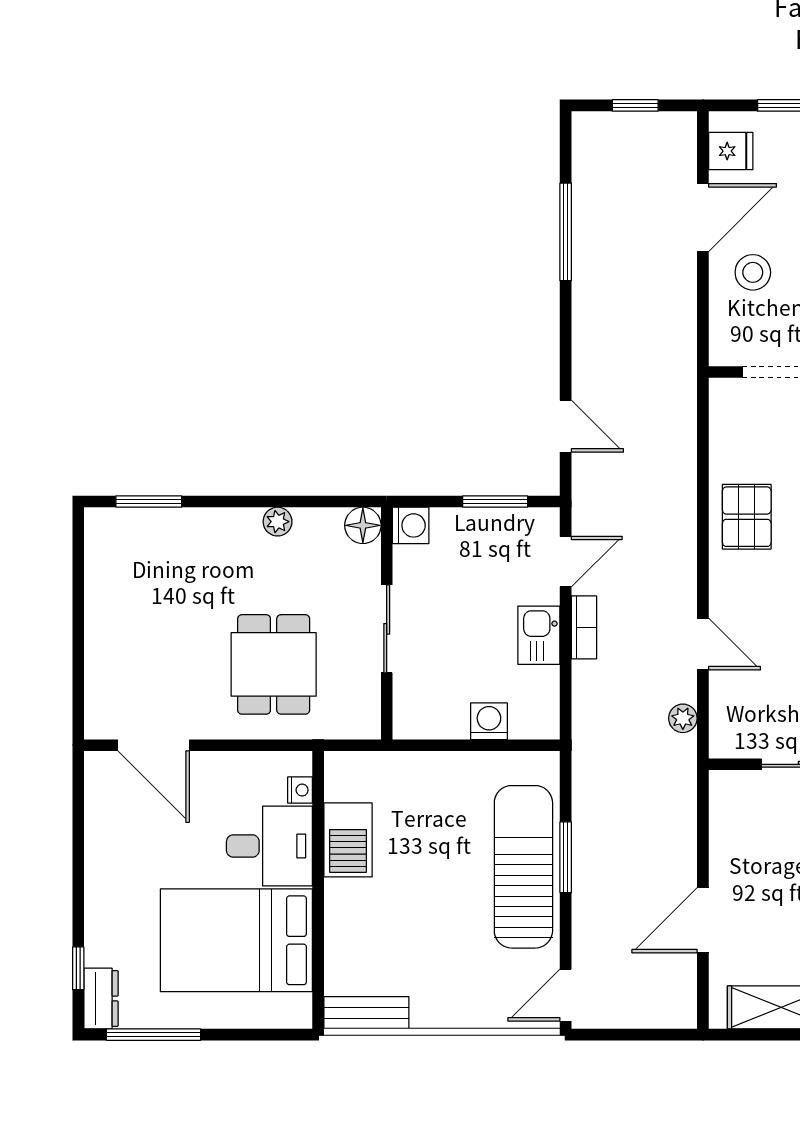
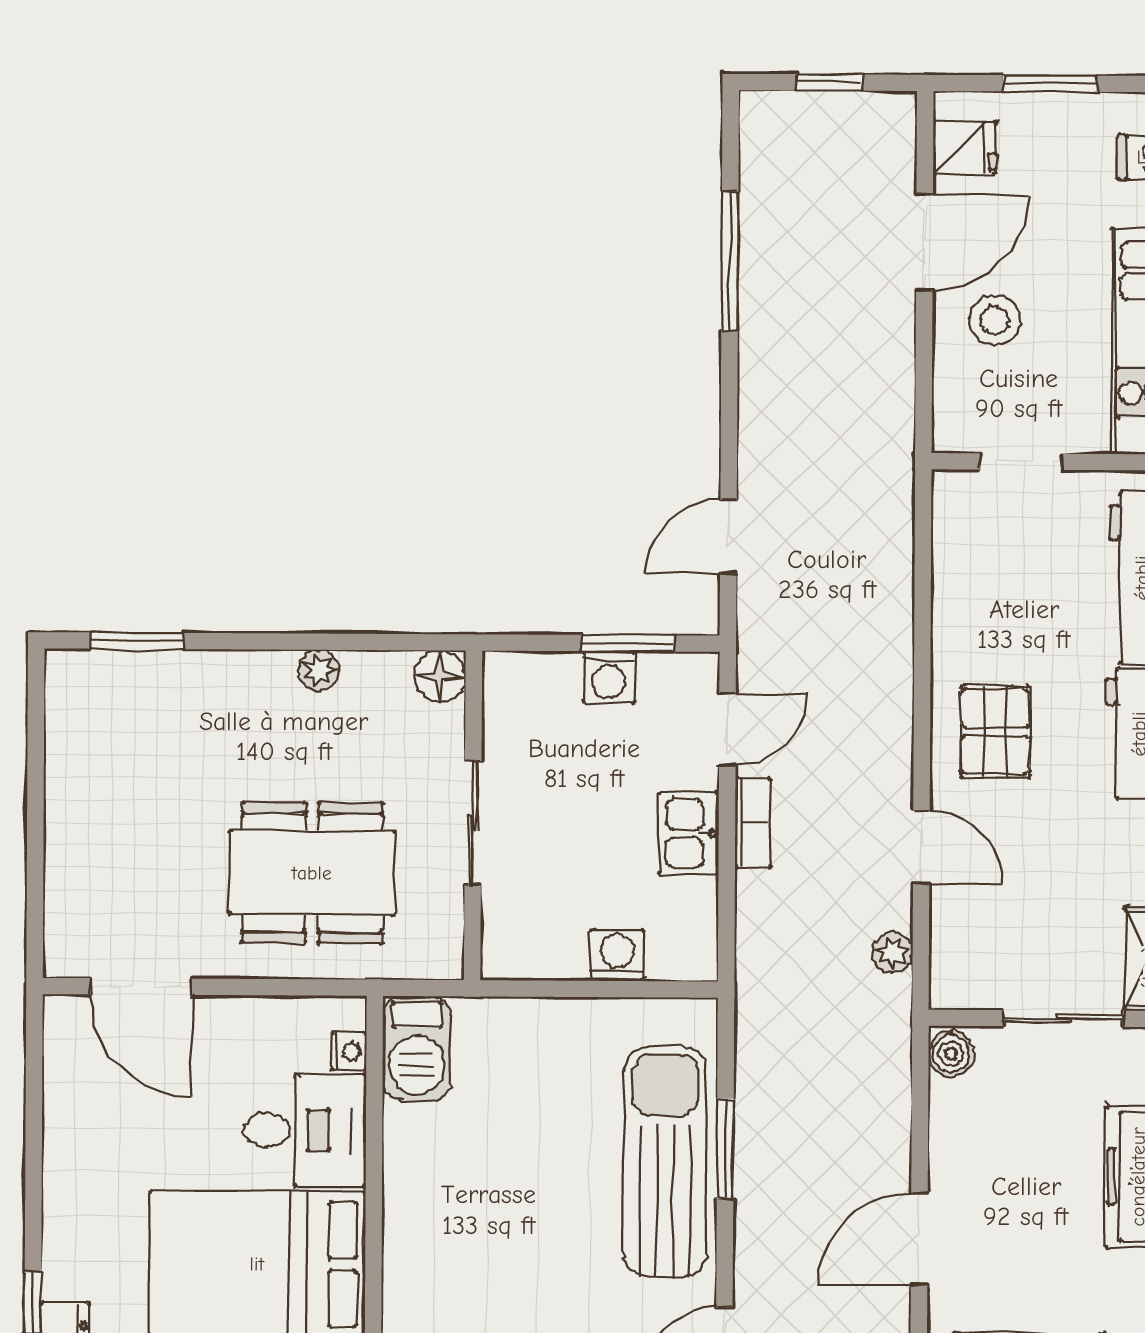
door: (566, 426) -> (728, 537), swing flipped
pallet: (747, 517) -> (995, 731), moved
washing machine: (411, 525) -> (609, 677), moved, turned 90
dining table: (274, 664) -> (312, 873), width x1.38
boiler: (725, 790) -> (951, 1054), added
barbecue: (348, 840) -> (417, 1049), moved

